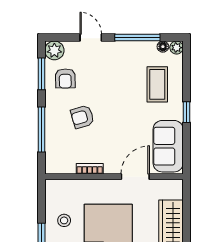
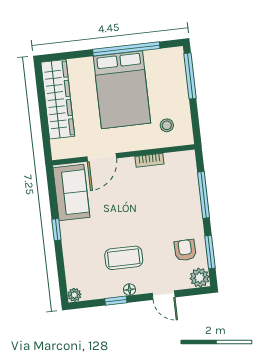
window: (137, 38) -> (116, 301), width x0.46
floor lamp: (163, 47) -> (130, 290), moved
coffee table: (157, 84) -> (124, 258), moved, turned 90
armchair: (82, 117) -> (163, 213), removed
stool: (64, 220) -> (167, 125), moved

